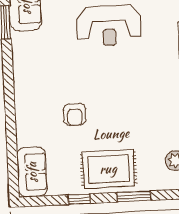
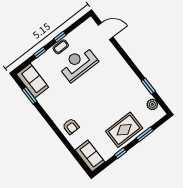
reception desk: (109, 26) -> (78, 64), turned 180
armchair: (75, 115) -> (71, 126), moved

